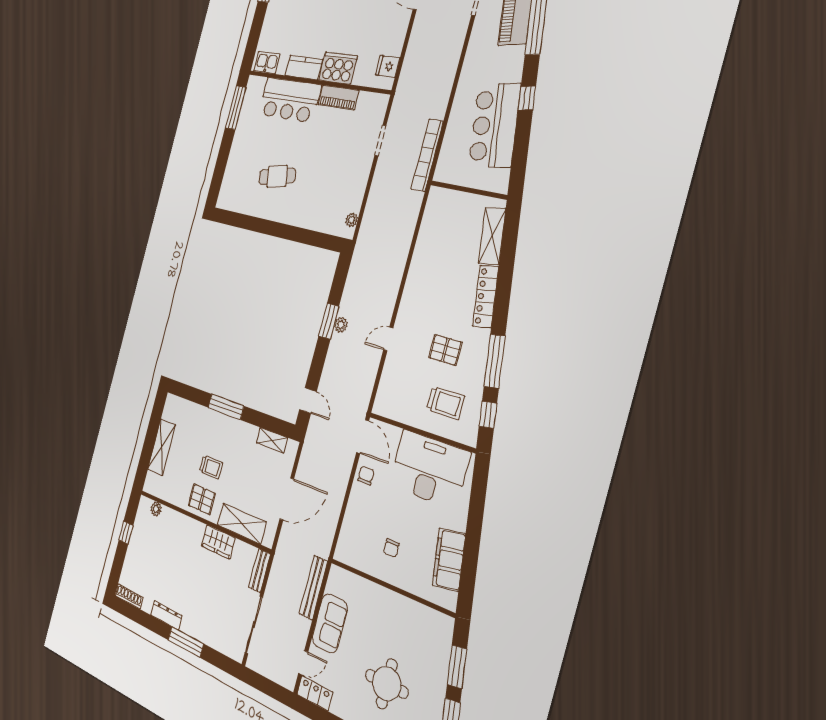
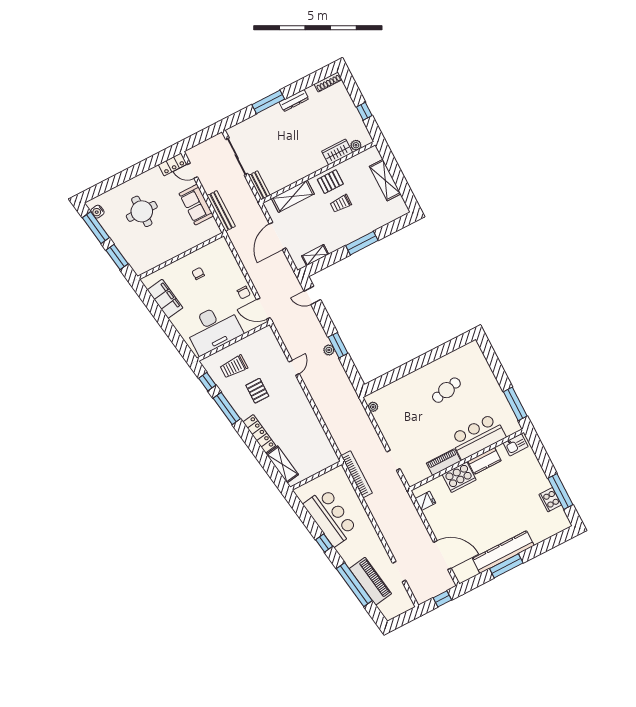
pallet: (445, 350) -> (257, 391), turned 90
wardrobe: (218, 542) -> (337, 152), moved
door: (303, 663) -> (192, 171), hinge flipped

